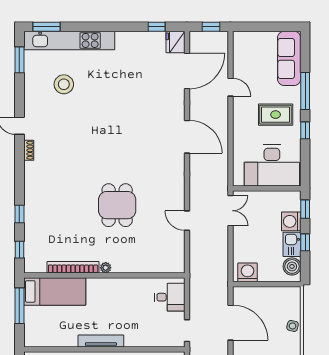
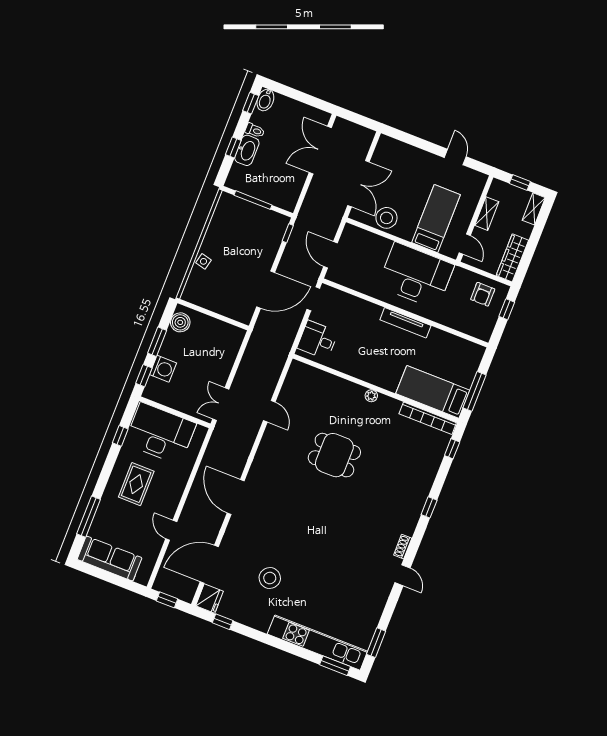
sofa: (289, 58) -> (110, 559), moved, turned -90
stool: (64, 84) -> (270, 578), moved
window: (305, 91) -> (89, 517), moved
rug: (276, 115) -> (136, 484), turned 90
window: (305, 130) -> (120, 436), moved
dining table: (117, 205) -> (334, 455), turned 90
window: (19, 214) -> (429, 507), moved
window: (305, 242) -> (157, 342), width x1.50
kitchen sink: (292, 244) -> (171, 345), removed
bookcase: (73, 267) -> (428, 418), moved
washing machine: (248, 272) -> (228, 334), removed
door: (230, 323) -> (266, 290), swing flipped

